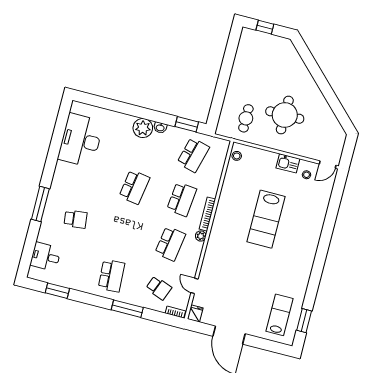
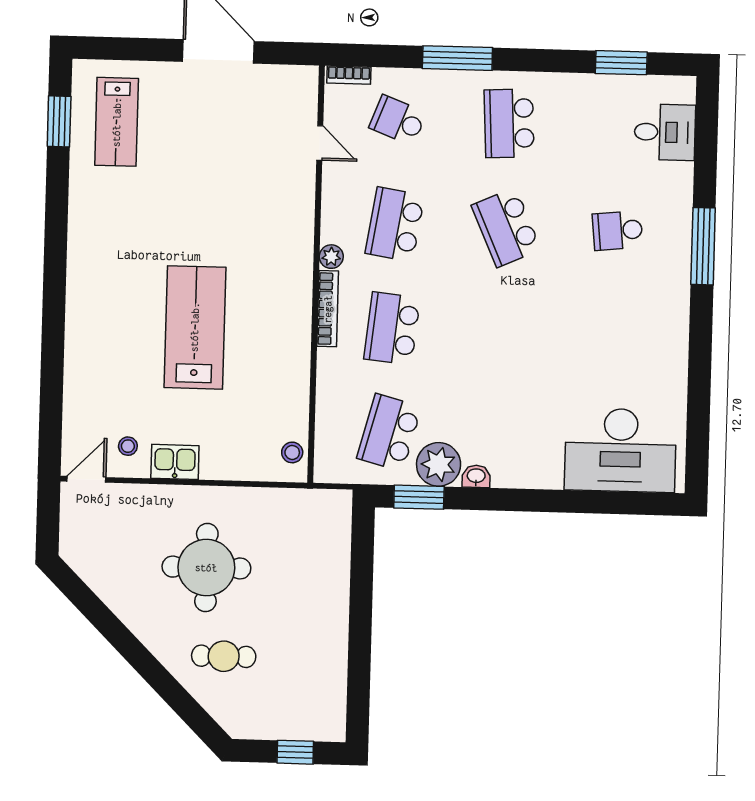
cafe table: (246, 118) -> (224, 656), moved, turned 90
plant: (143, 128) -> (439, 464), moved
desk: (81, 140) -> (620, 450), moved, turned 90
school desk: (134, 187) -> (506, 227), moved, turned -33
fridge: (195, 313) -> (304, 82), removed

